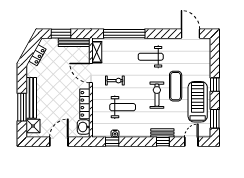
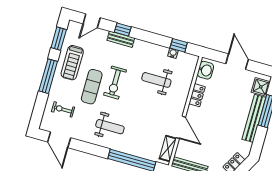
exercise bike: (115, 81) -> (63, 109), moved
window: (215, 85) -> (48, 76), width x2.17
treadmill: (198, 102) -> (72, 63), width x0.73, depth x0.73
locker: (85, 104) -> (197, 95), width x0.66
door: (59, 142) -> (237, 62), swing flipped

